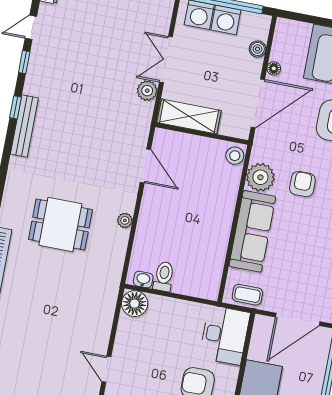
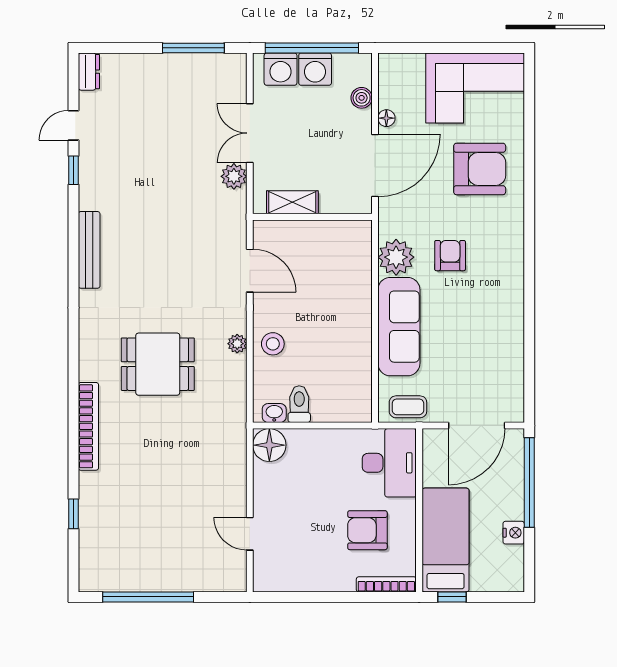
window: (15, 107) -> (73, 229), removed
shelving: (189, 116) -> (292, 202), width x0.67, depth x0.75
stool: (235, 156) -> (273, 344), moved

